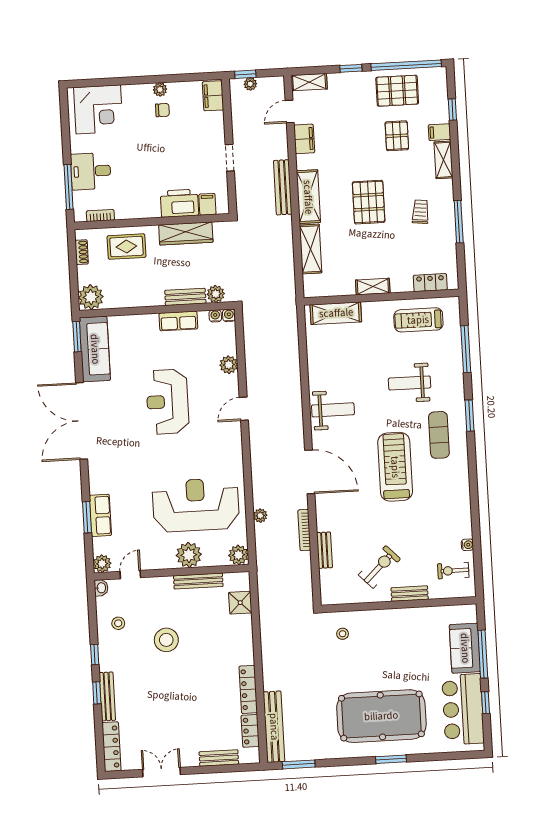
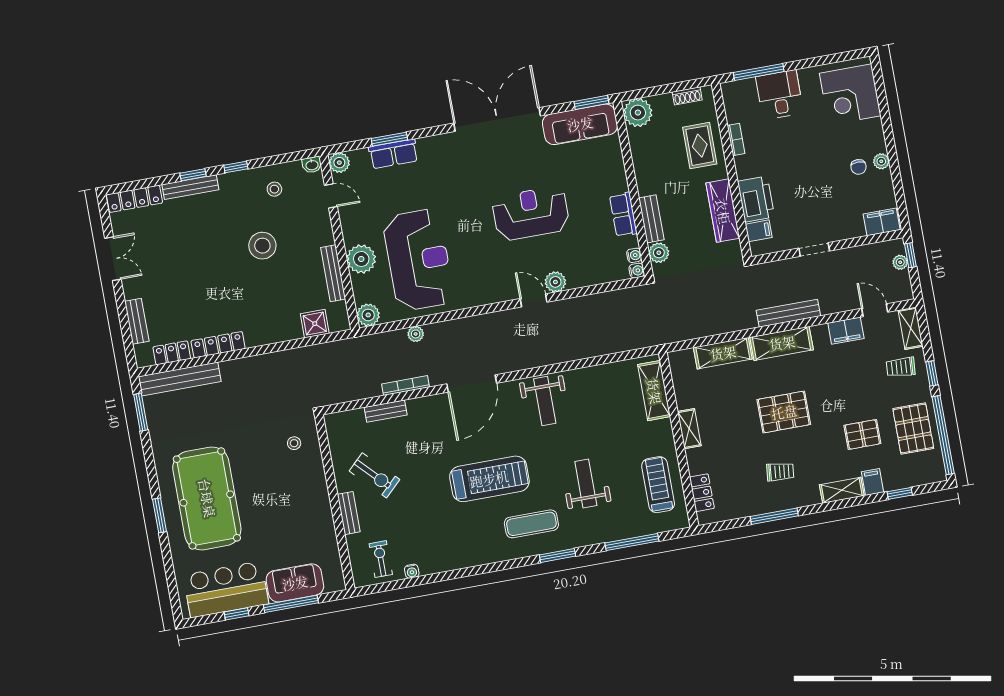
trolley: (342, 95) -> (901, 367), added
bookcase: (100, 215) -> (736, 139), moved
plant: (229, 365) -> (555, 282), moved

